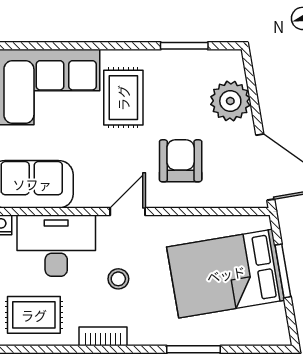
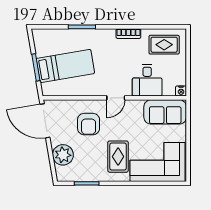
desk: (56, 246) -> (147, 80), width x0.73
bed: (226, 274) -> (65, 66), width x0.67
stool: (118, 279) -> (121, 63), removed

